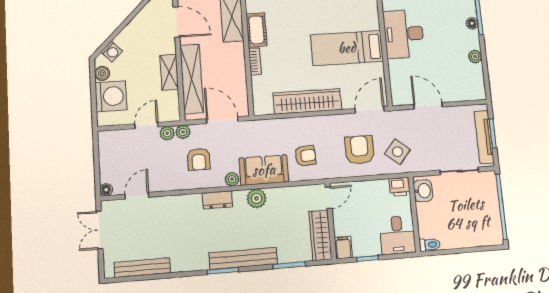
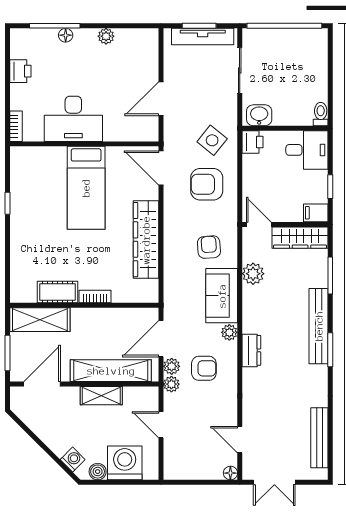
plant: (167, 133) -> (172, 366), moved
plant: (257, 198) -> (253, 274), moved

